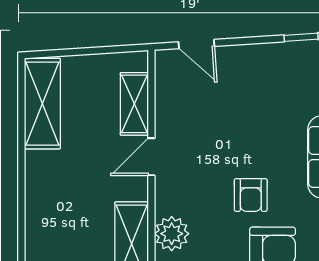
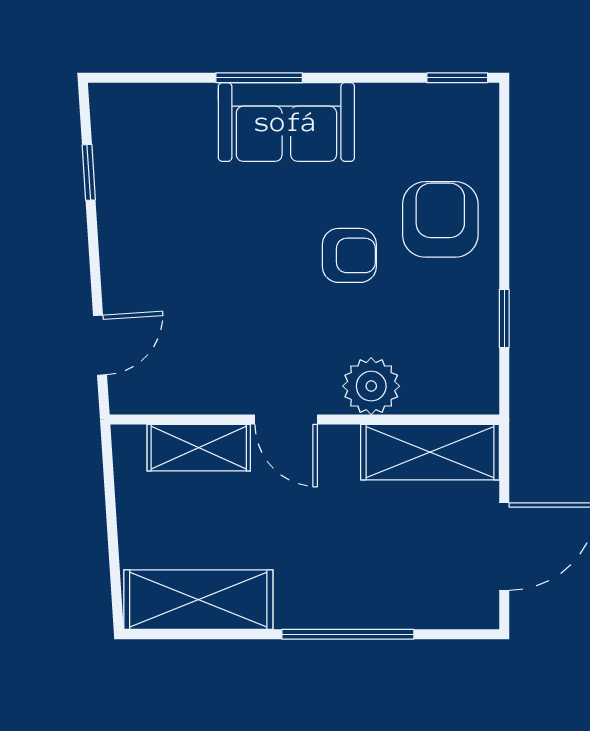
window: (21, 194) -> (348, 634), added
plant: (172, 234) -> (371, 386), moved

